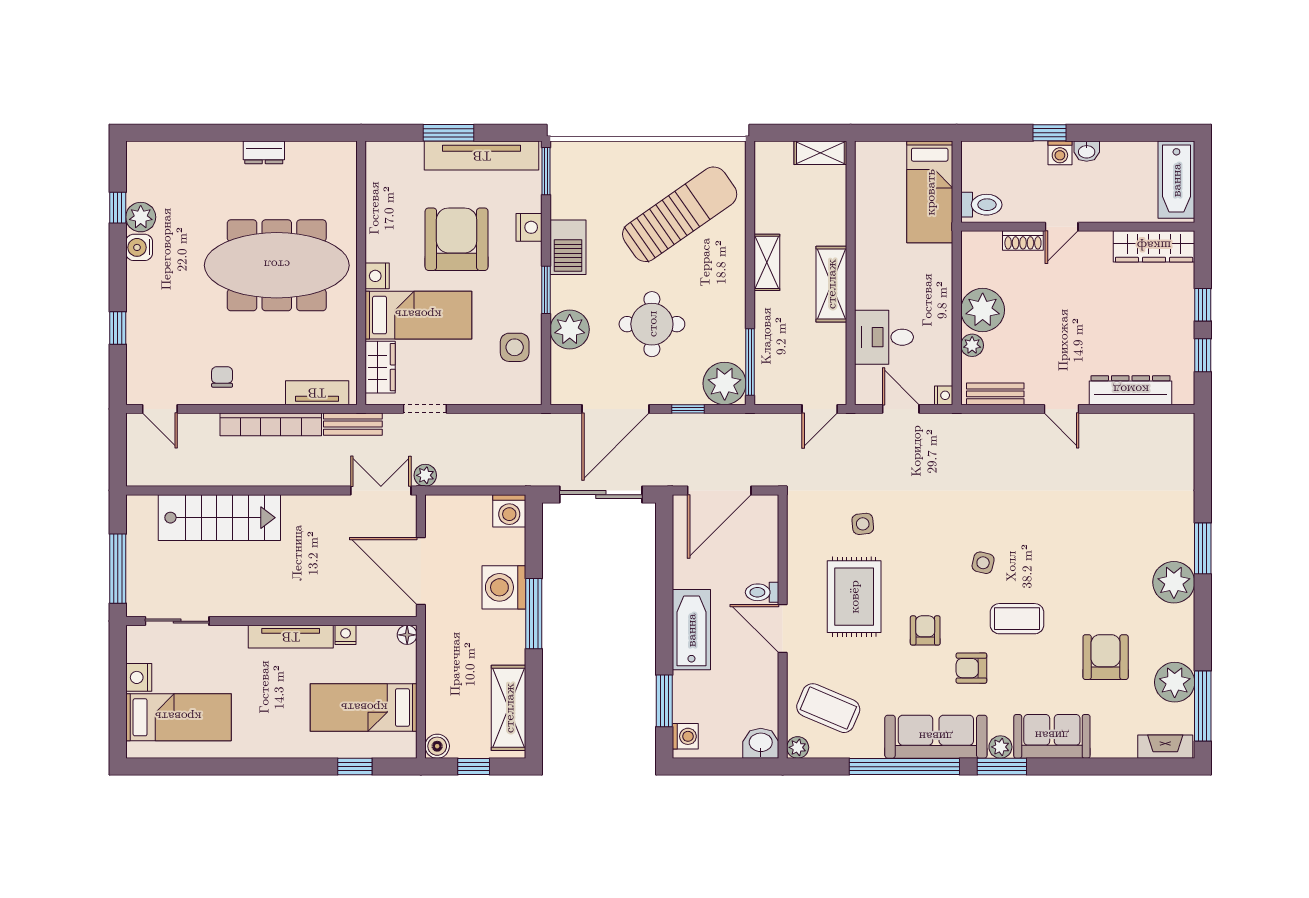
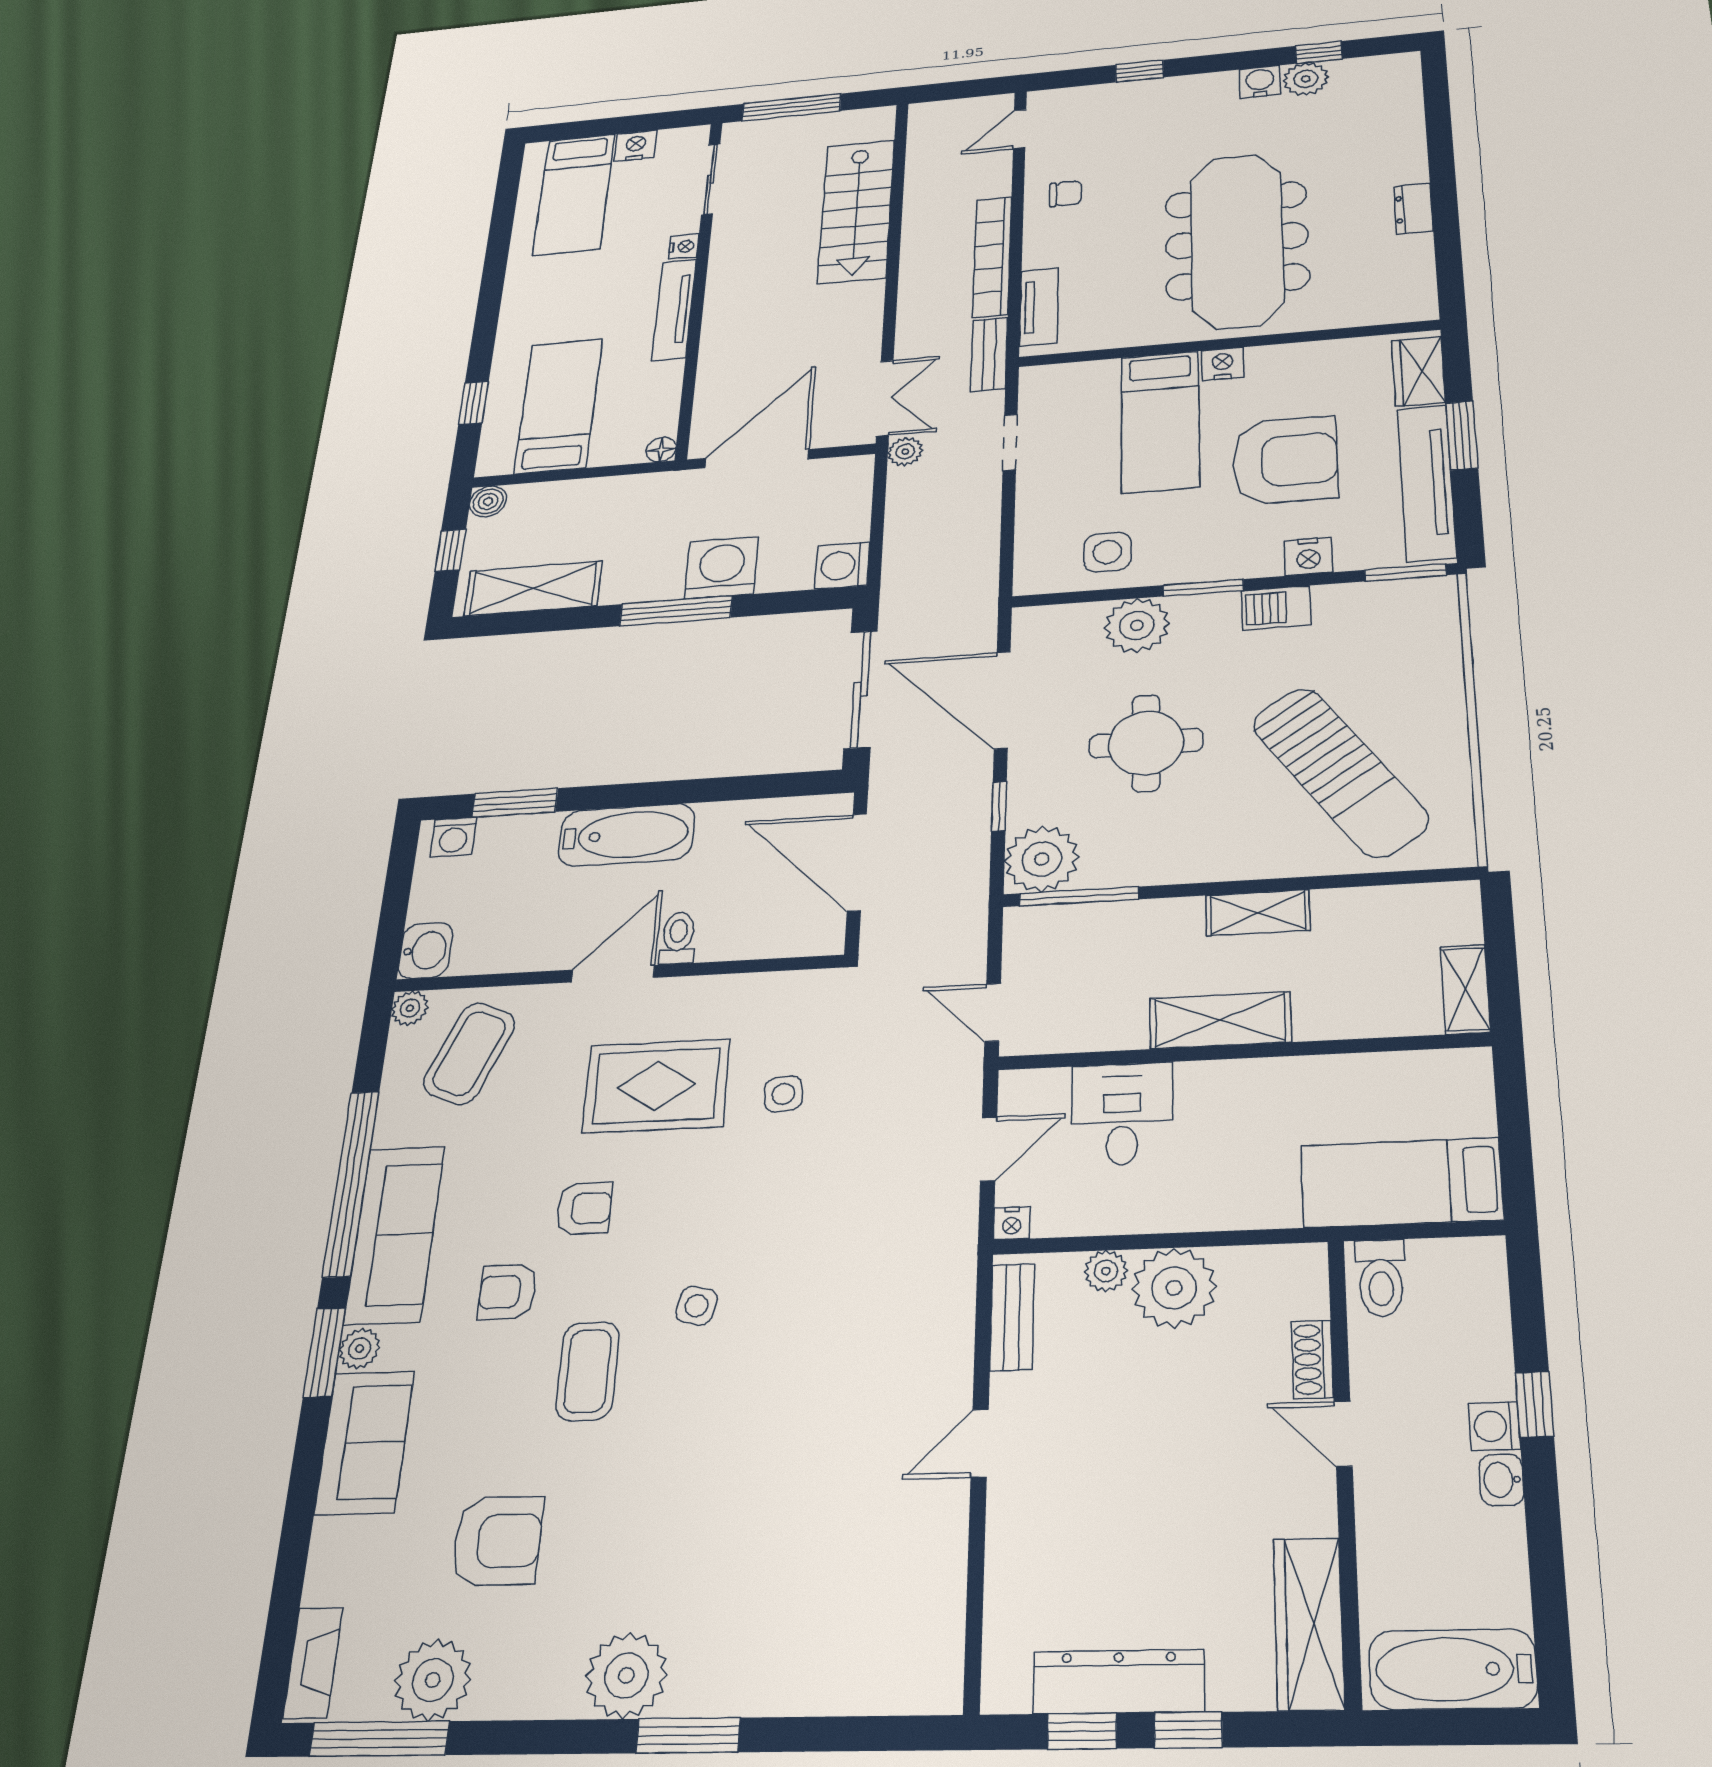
barbecue: (568, 247) -> (1276, 608), width x0.73, depth x0.79
wardrobe: (380, 367) -> (1418, 371), moved, turned 90
dresser: (1131, 390) -> (1119, 1682), moved, turned -90
nightstand: (346, 635) -> (684, 246), moved
armchair: (971, 668) -> (507, 1292), turned -90

